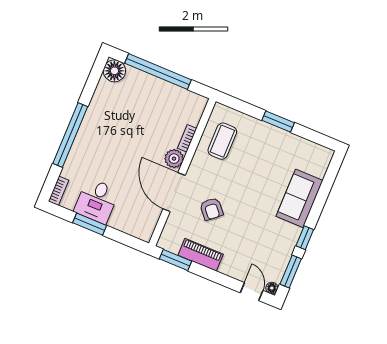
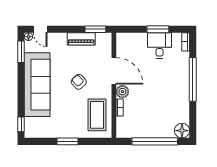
coffee table: (222, 141) -> (97, 115), width x1.36, depth x1.32
sofa: (299, 198) -> (37, 85), width x1.85, depth x1.27
armchair: (211, 209) -> (79, 82), moved
window: (305, 238) -> (21, 124), moved

